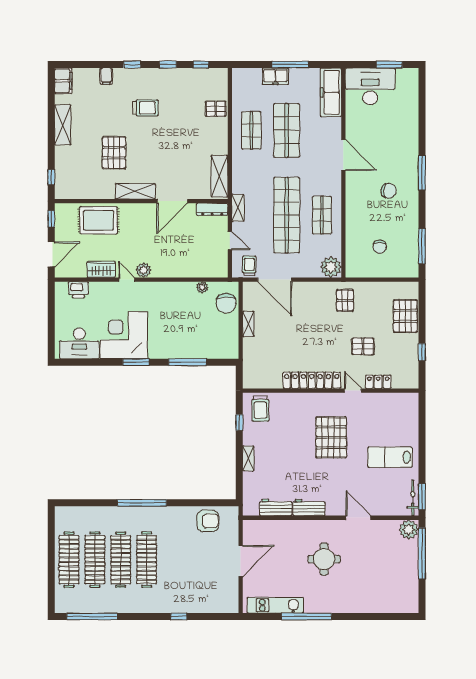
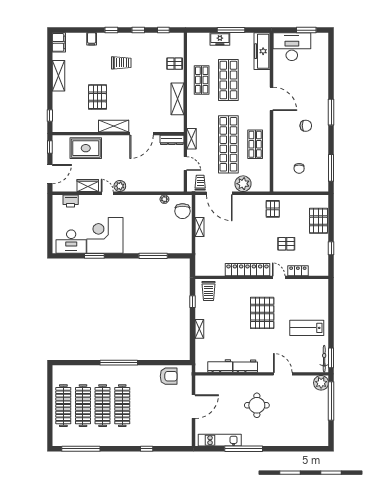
shelving: (219, 176) -> (177, 99), moved
plant: (331, 267) -> (243, 184), moved
window: (136, 362) -> (94, 256), moved

